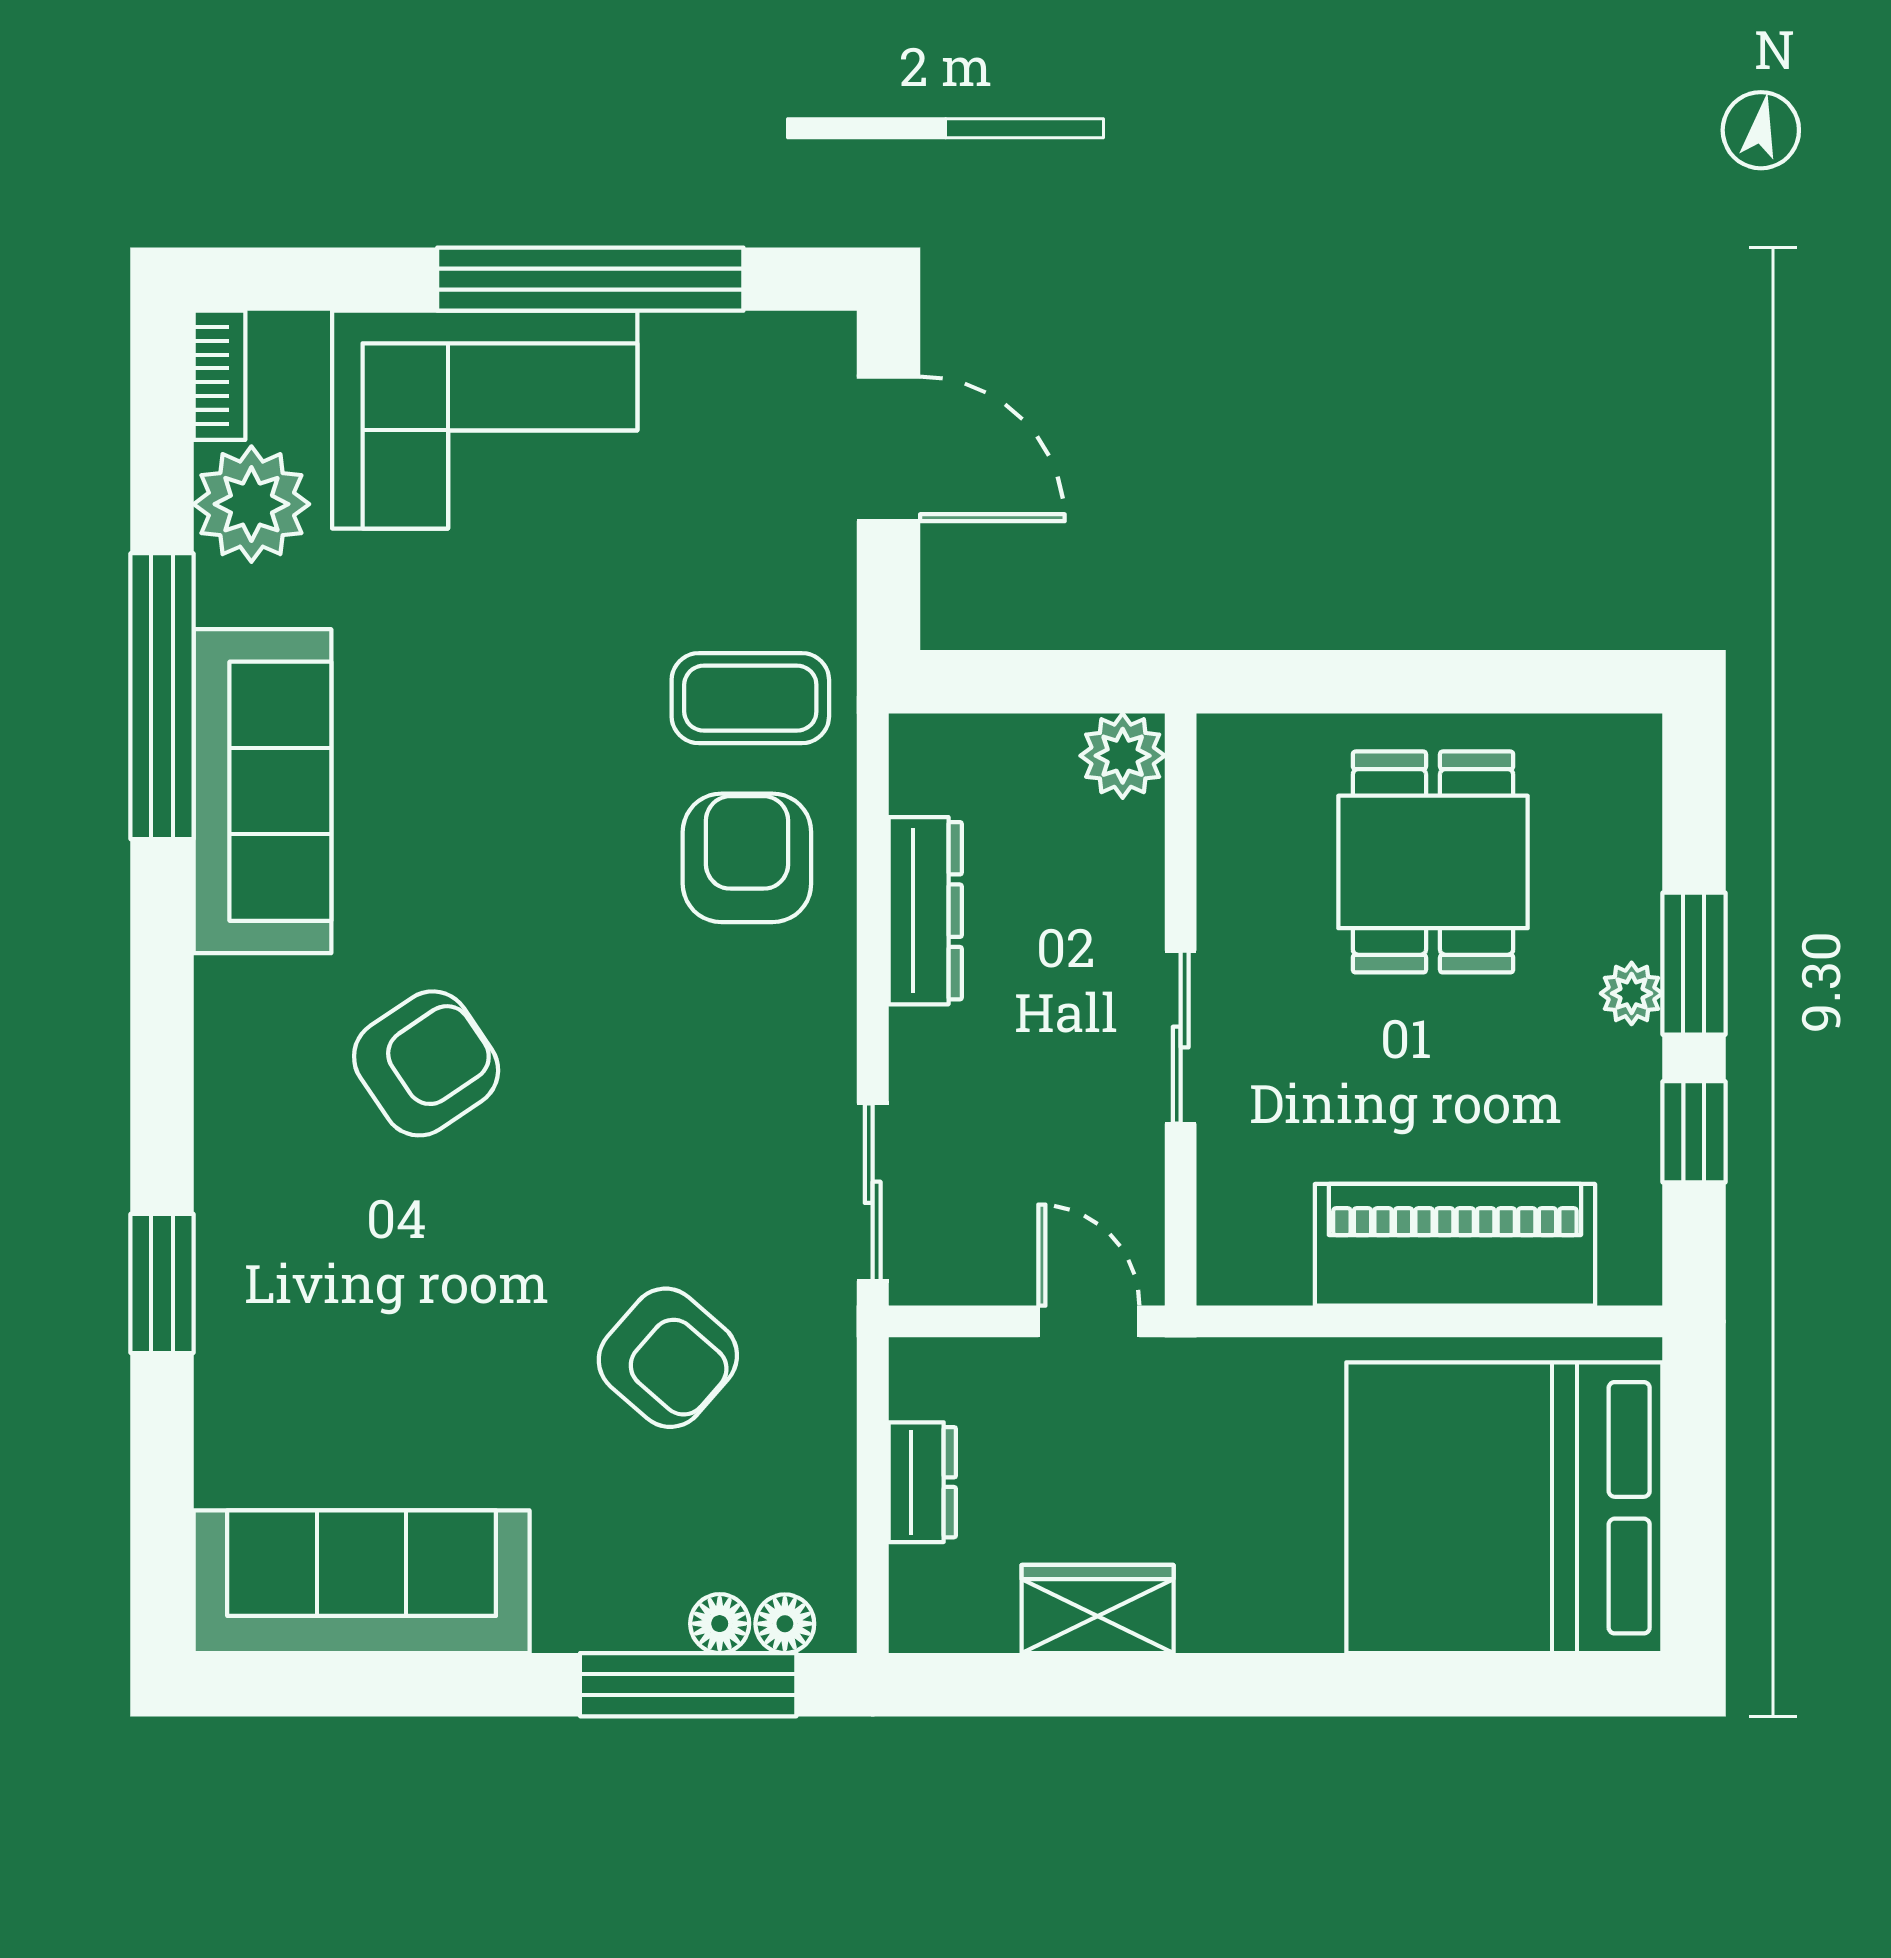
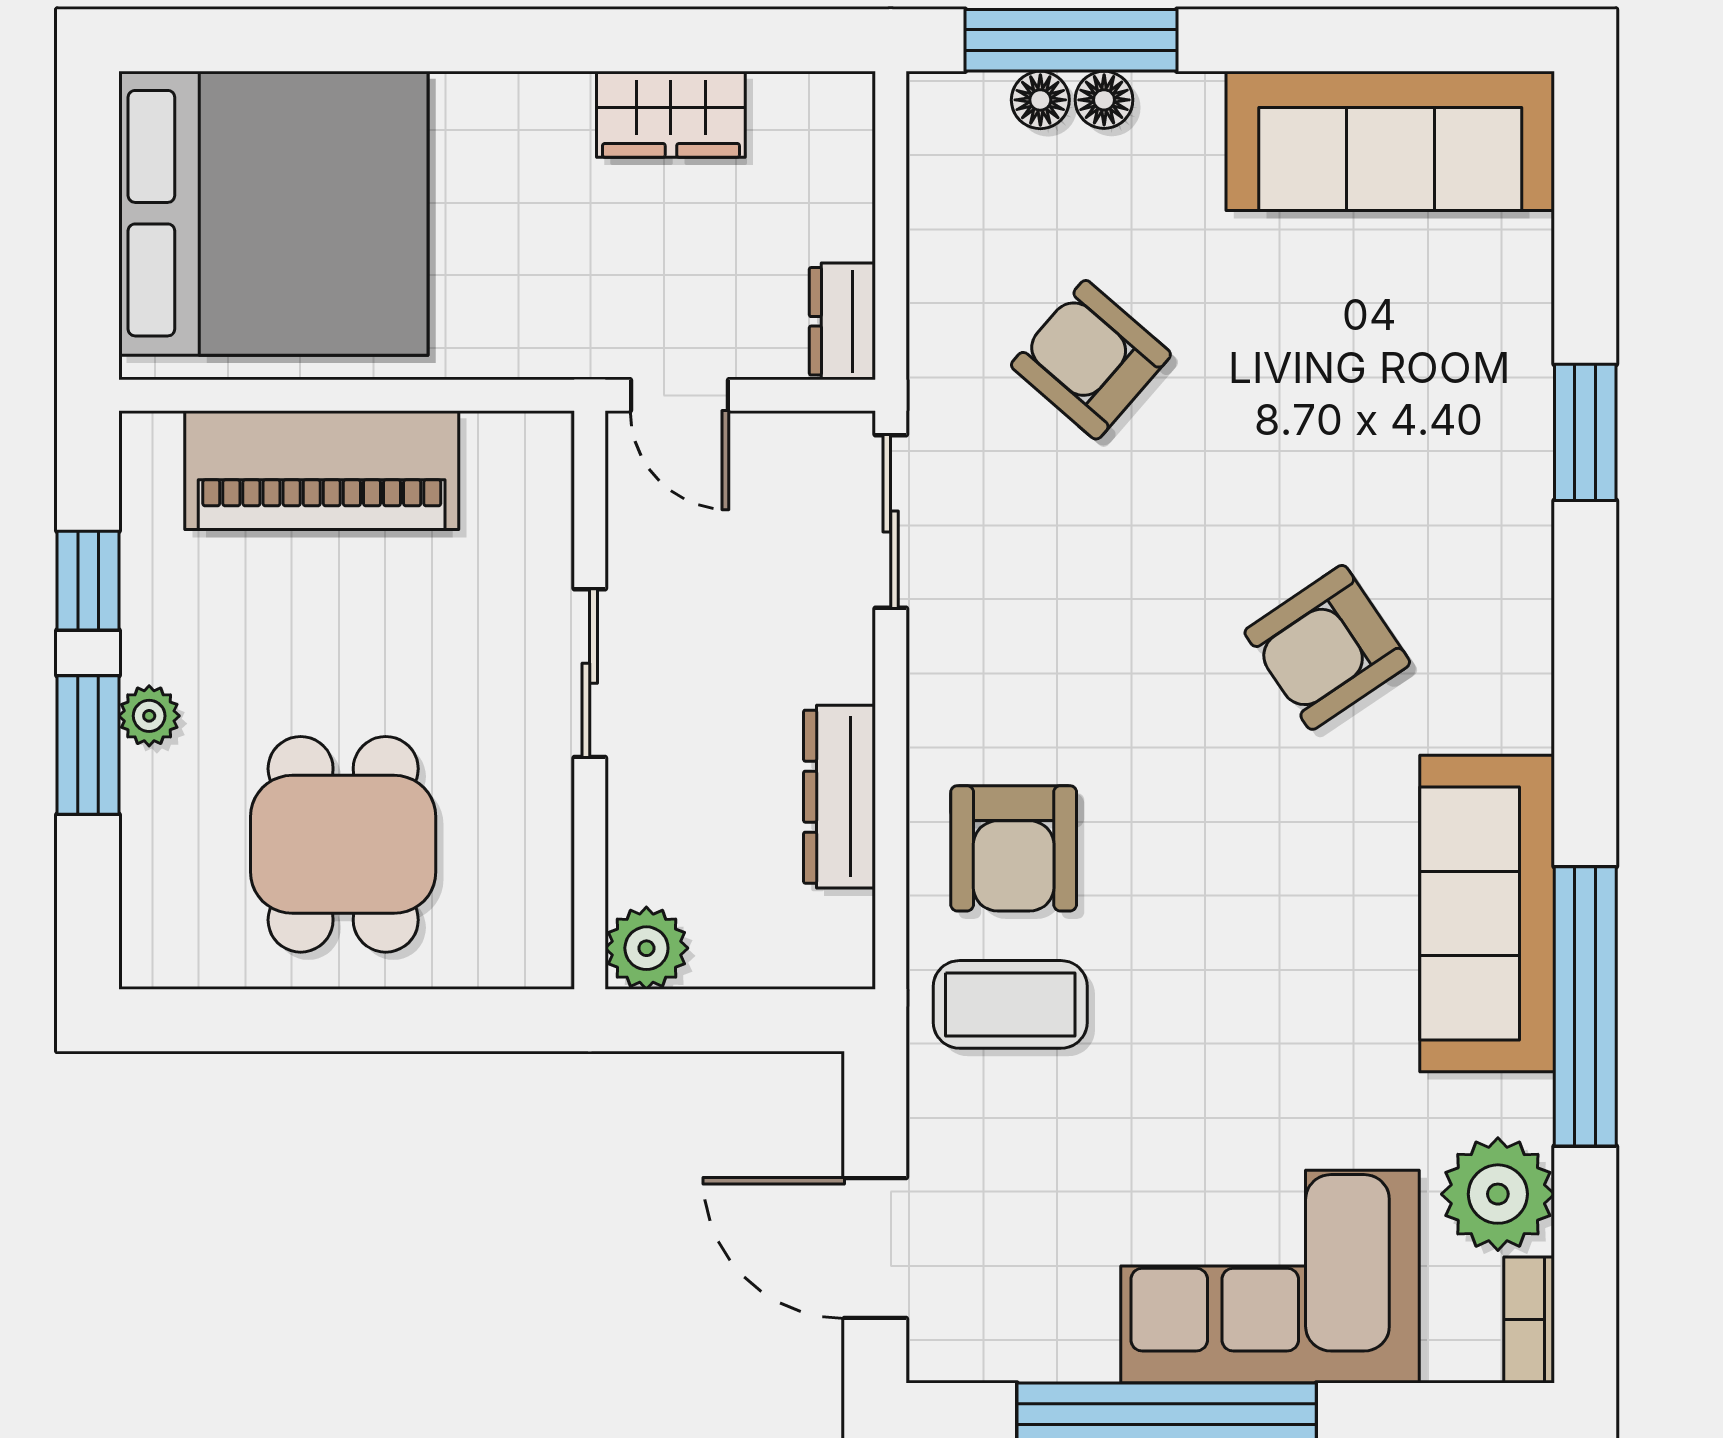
dresser: (922, 1482) -> (842, 321), moved
floor lamp: (785, 1624) -> (1104, 100), moved

